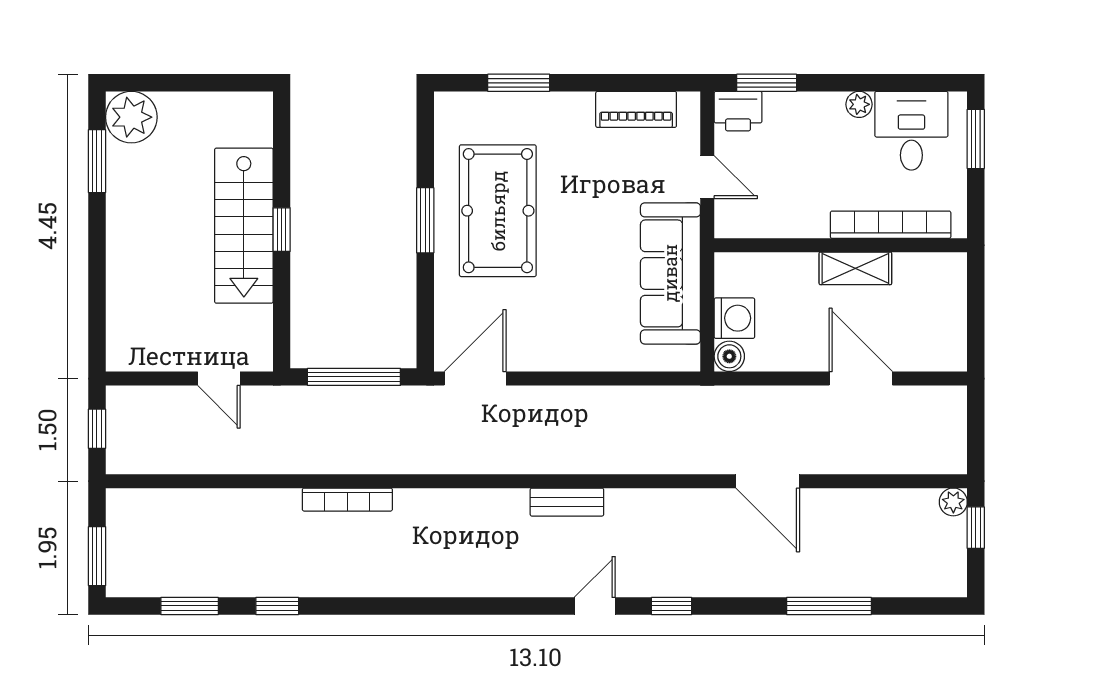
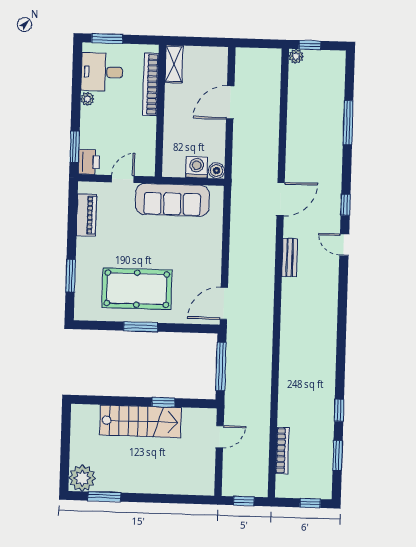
window: (282, 230) -> (163, 402), moved
shelving: (855, 268) -> (174, 64), moved
door: (475, 379) -> (224, 303), hinge flipped
door: (768, 481) -> (281, 199), moved
bookcase: (347, 500) -> (282, 451), moved
window: (97, 556) -> (310, 503), width x0.67

